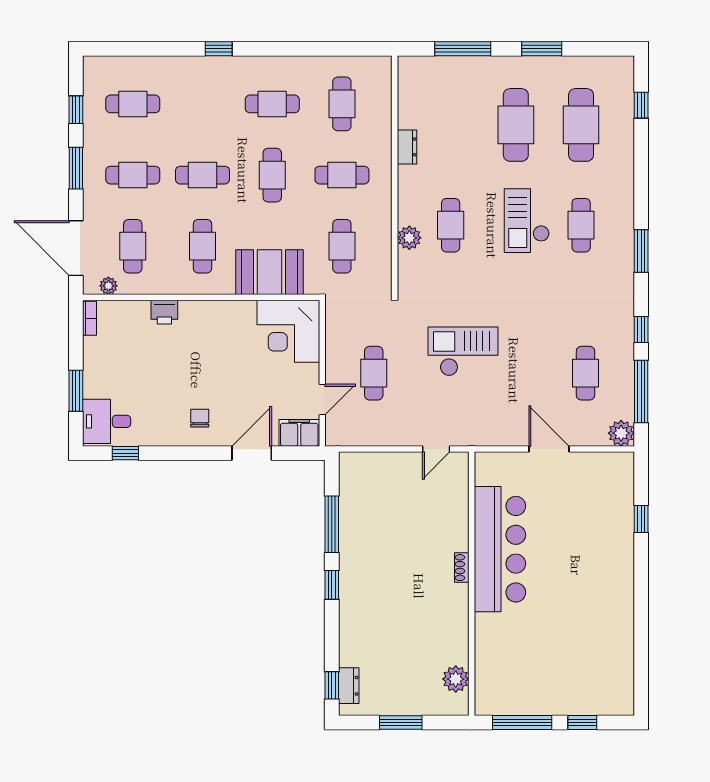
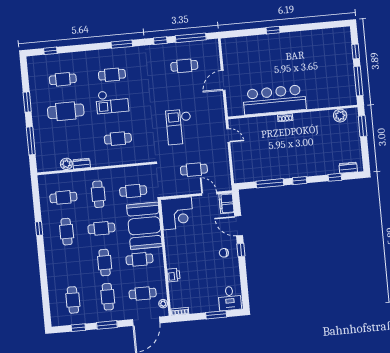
window: (219, 49) -> (39, 228), moved
cafe table: (581, 125) -> (63, 79), width x0.73, depth x0.74
plant: (409, 238) -> (66, 164), moved
booth: (269, 272) -> (144, 226), width x1.36, depth x1.42
plant: (621, 433) -> (212, 46), removed
window: (125, 453) -> (241, 250), moved
window: (641, 519) -> (273, 30), moved
window: (332, 685) -> (335, 177), moved
window: (401, 723) -> (363, 126), moved

